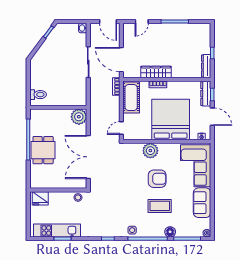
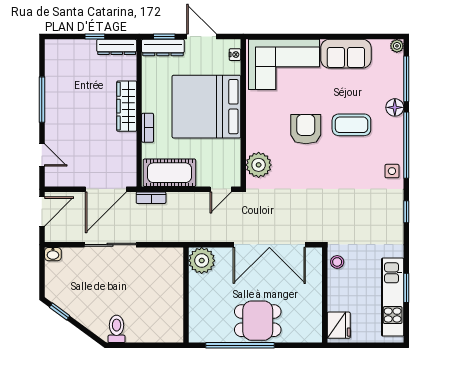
wardrobe: (156, 72) -> (127, 106), moved
toilet: (38, 95) -> (117, 329), moved
door: (212, 117) -> (202, 37), hinge flipped
door: (121, 128) -> (221, 189), hinge flipped
plant: (150, 151) -> (259, 165), moved
coffee table: (160, 206) -> (351, 125), turned 90

